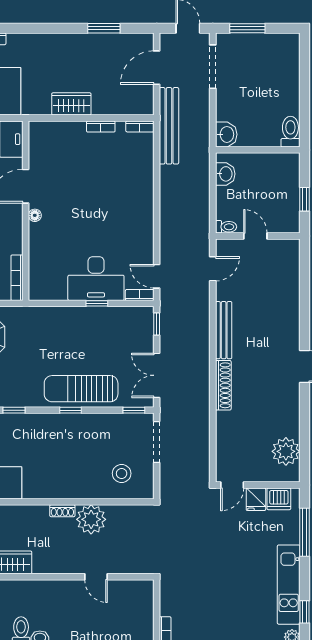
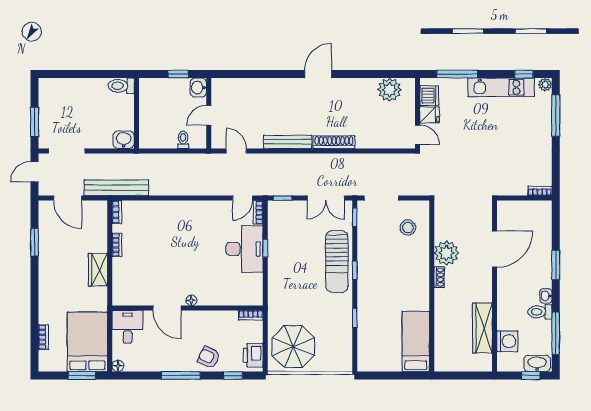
washbasin: (225, 174) -> (198, 88), moved, turned -90
toilet: (226, 227) -> (183, 140), moved
bookcase: (17, 278) -> (251, 315), width x0.64
door: (96, 577) -> (494, 249), width x1.88

